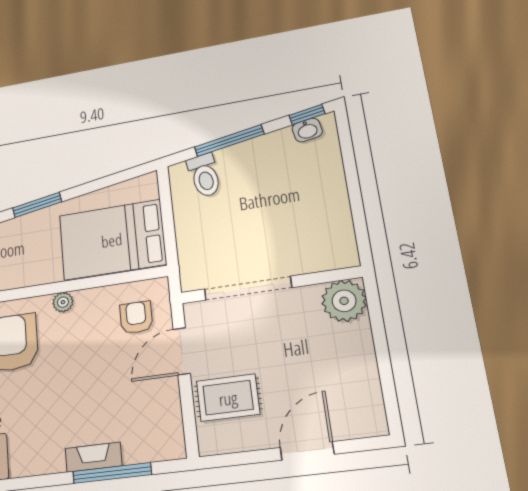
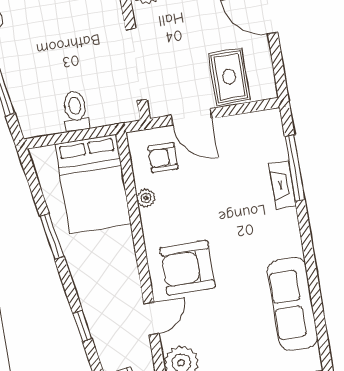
toilet: (204, 175) -> (76, 111), moved, turned -80
window: (37, 205) -> (52, 236), moved
plant: (63, 302) -> (146, 198), moved

